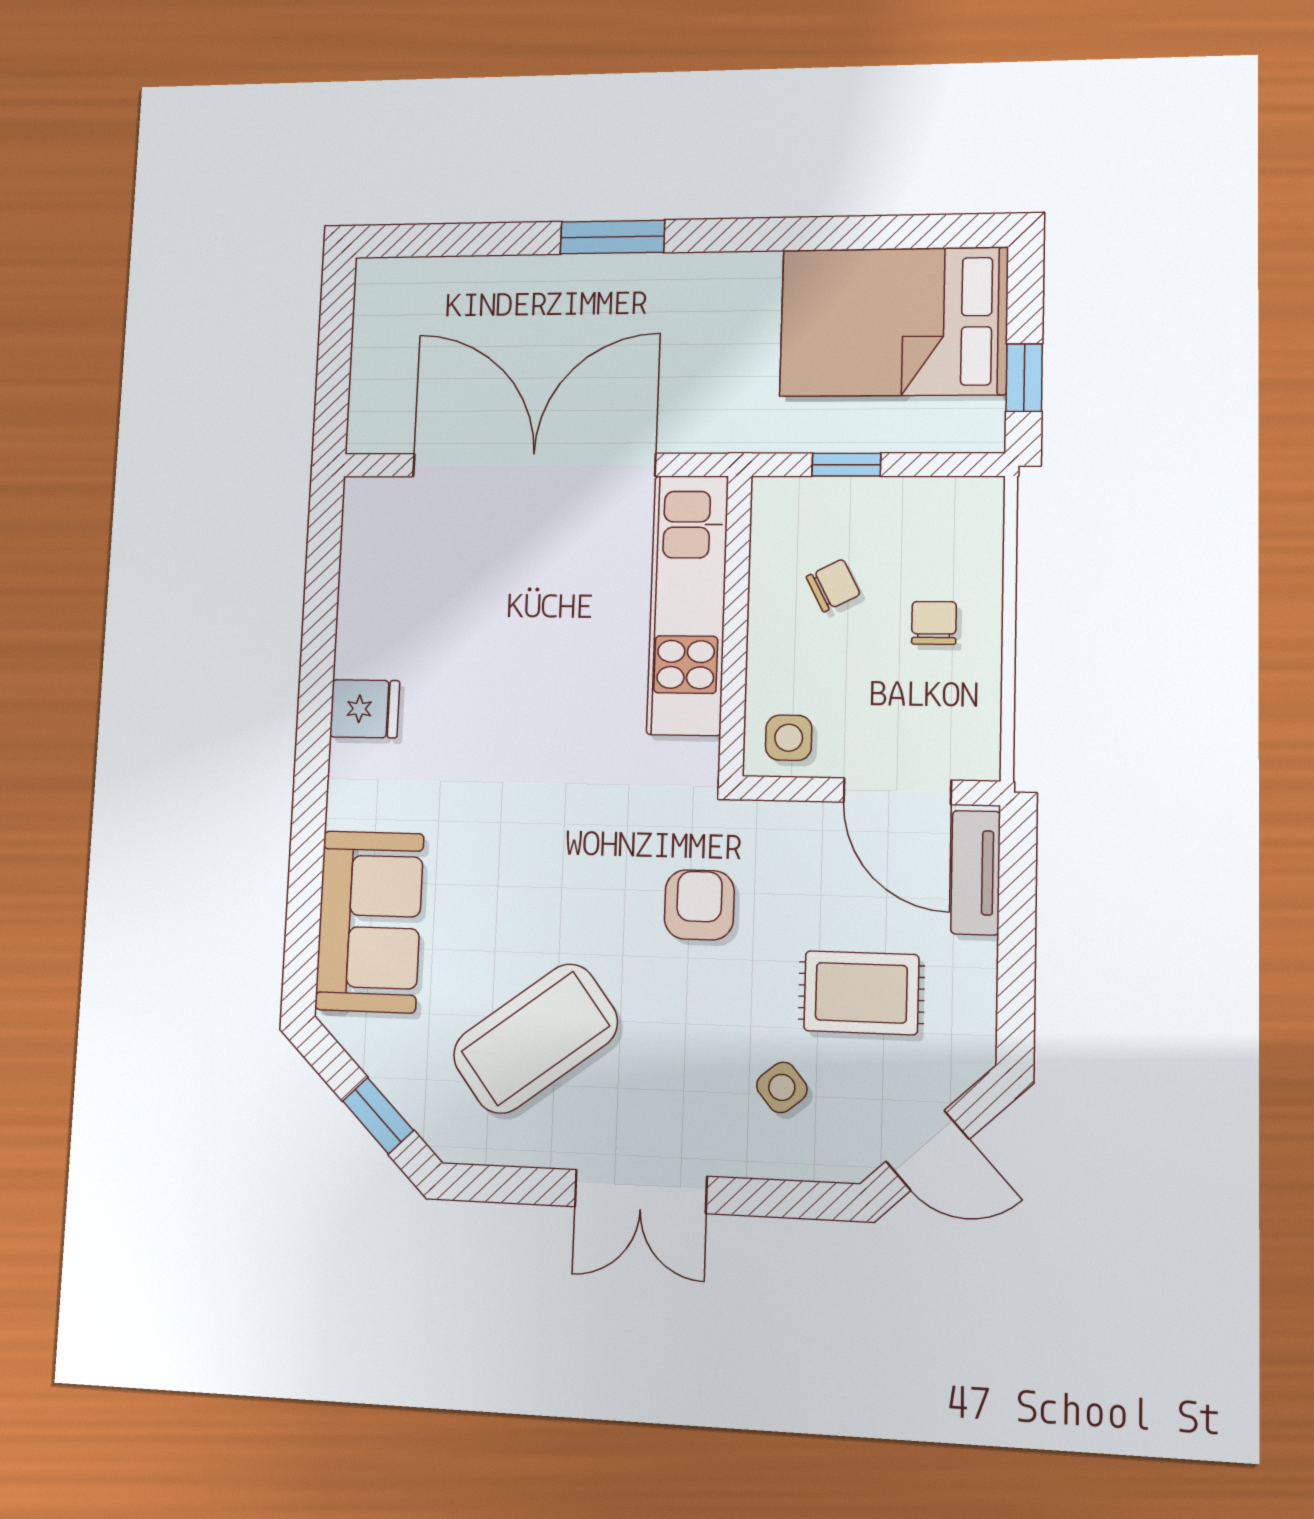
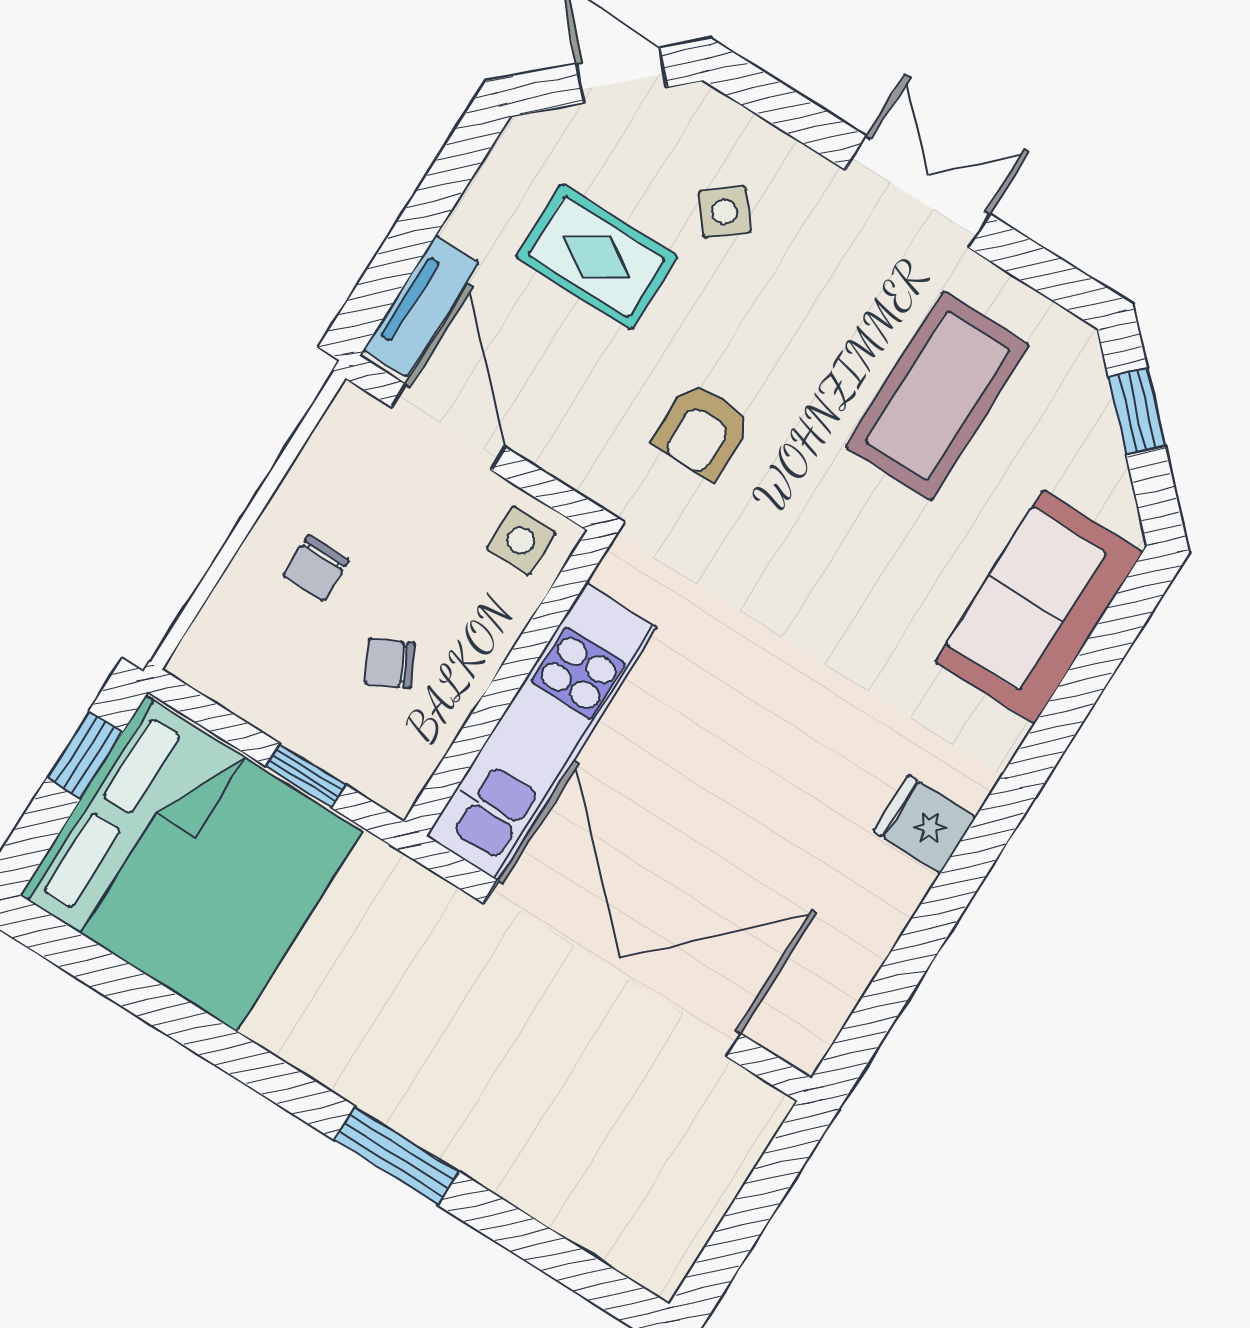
bed: (894, 322) -> (191, 863), width x1.36
double door: (534, 465) -> (612, 969), swing flipped
coffee table: (535, 1039) -> (937, 396), turned -53

